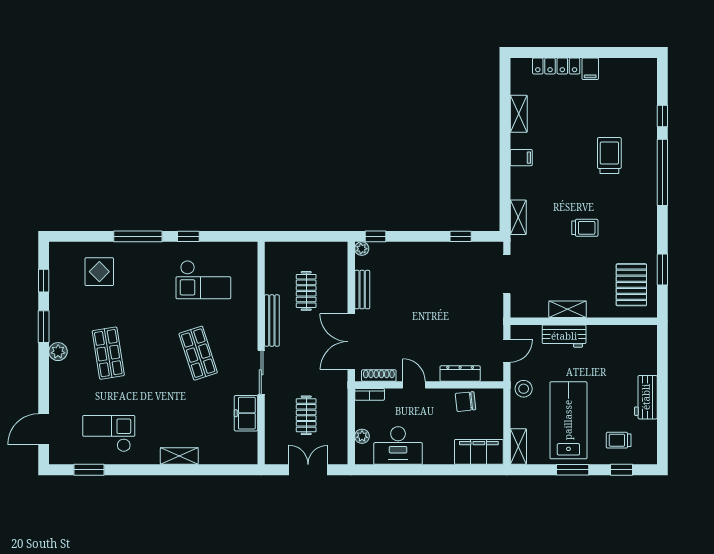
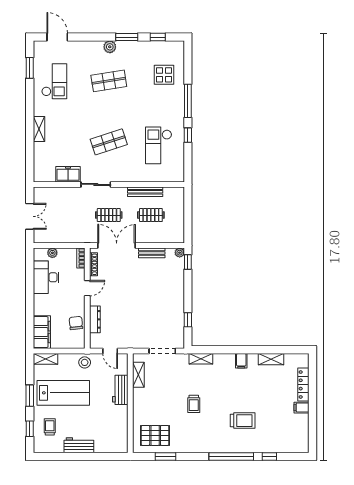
shelving: (568, 309) -> (138, 375), moved
bench: (272, 320) -> (145, 192), moved
clothes rail: (306, 415) -> (109, 215), moved

